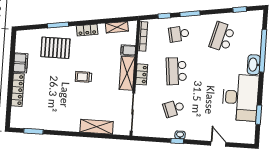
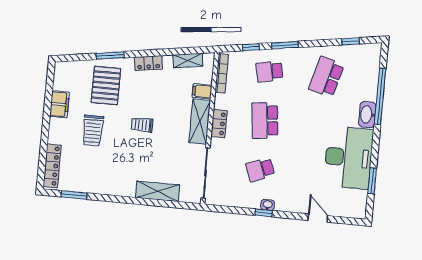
pallet: (55, 48) -> (106, 85), turned 90
trolley: (46, 82) -> (93, 131), added
locker: (18, 90) -> (52, 166), moved

